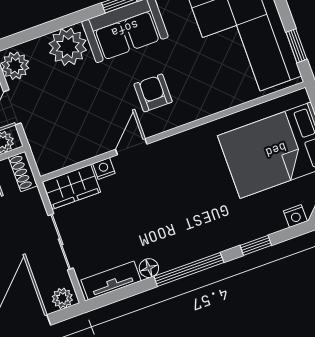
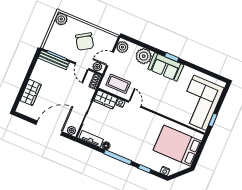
armchair: (153, 93) -> (156, 94), removed
coffee table: (68, 138) -> (118, 84), added
door: (131, 147) -> (135, 104), hinge flipped

